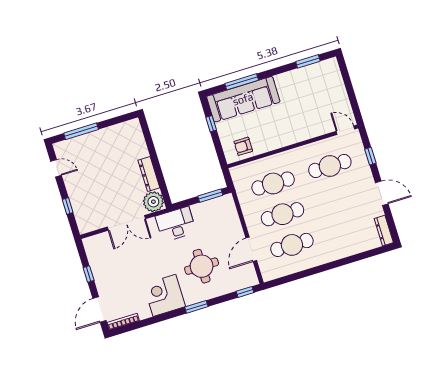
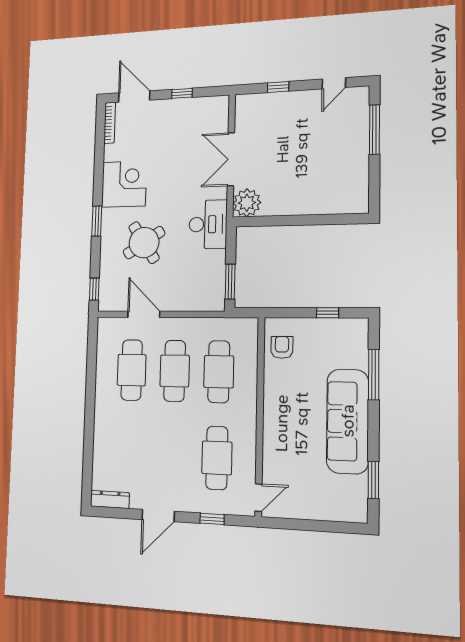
sofa: (243, 99) -> (348, 421), moved
dresser: (149, 174) -> (286, 207), removed
round table: (202, 266) -> (144, 243), turned -33

